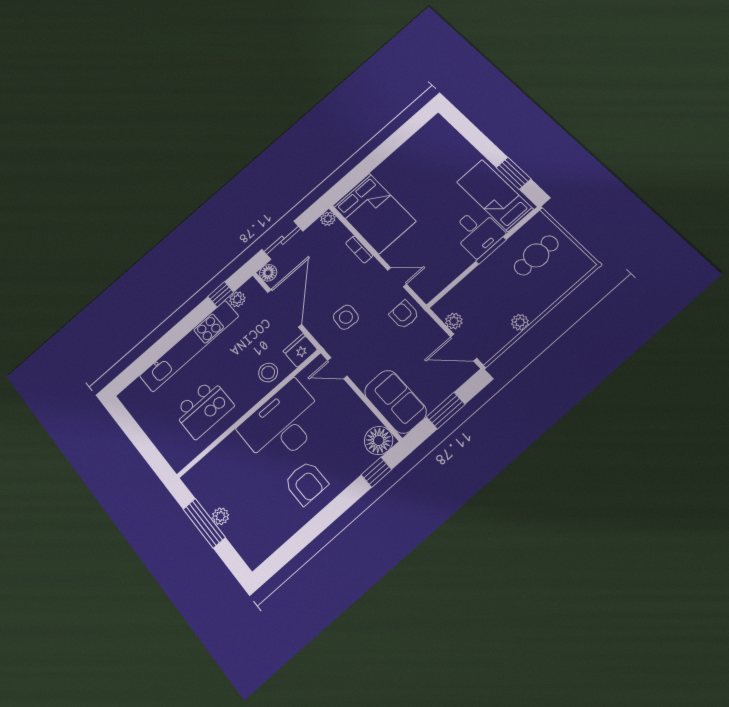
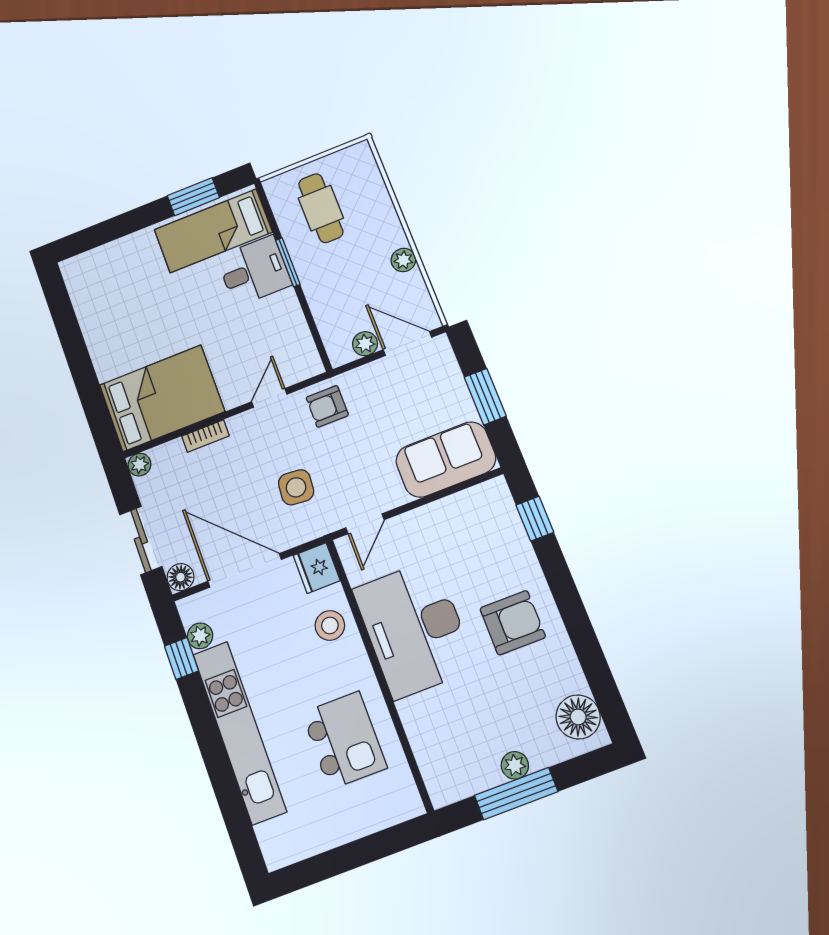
door: (464, 348) -> (407, 344), swing flipped
floor lamp: (379, 440) -> (578, 717), moved

